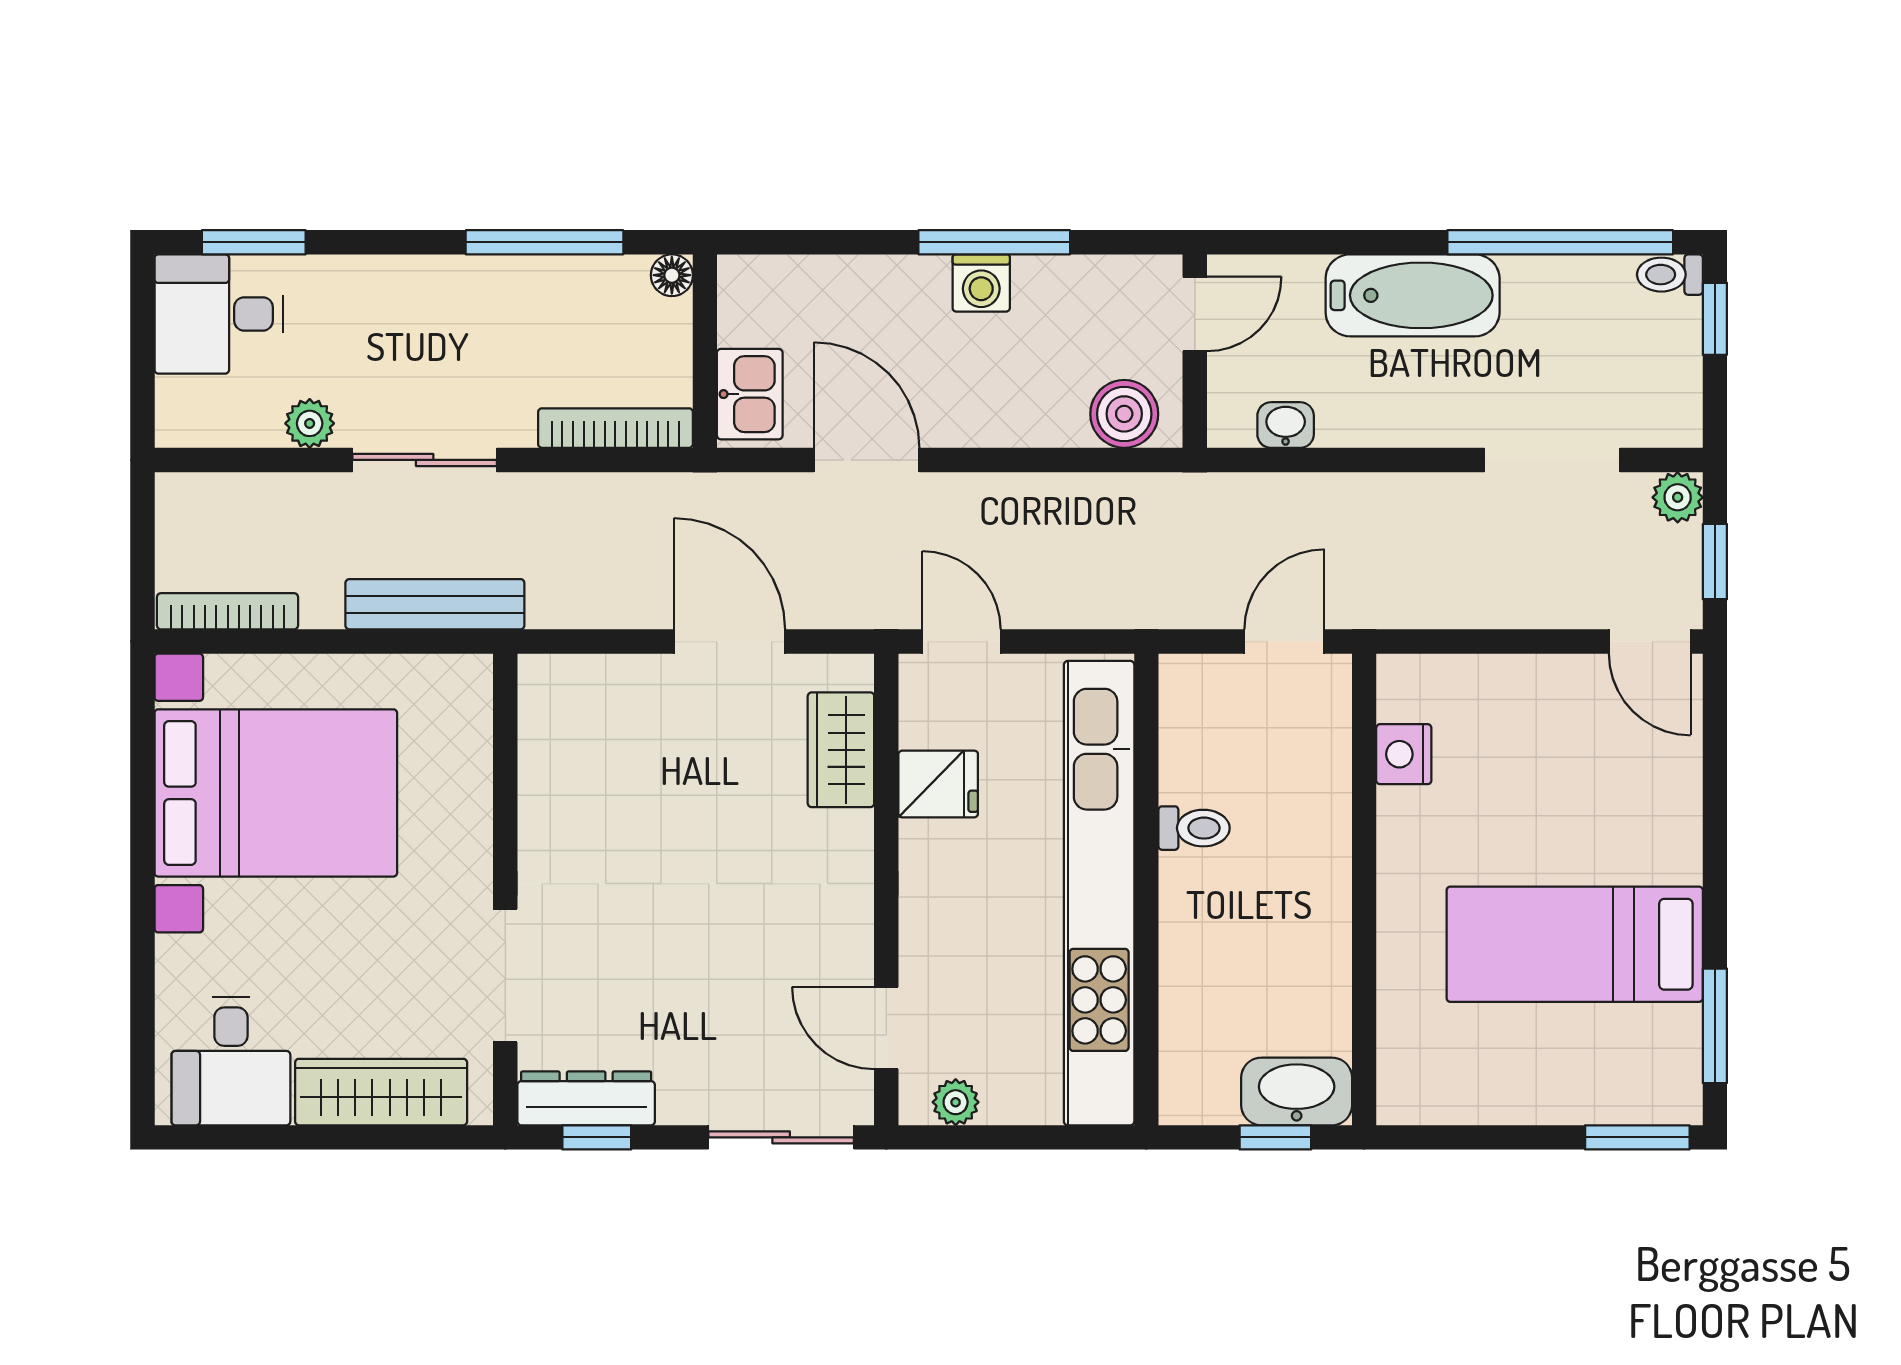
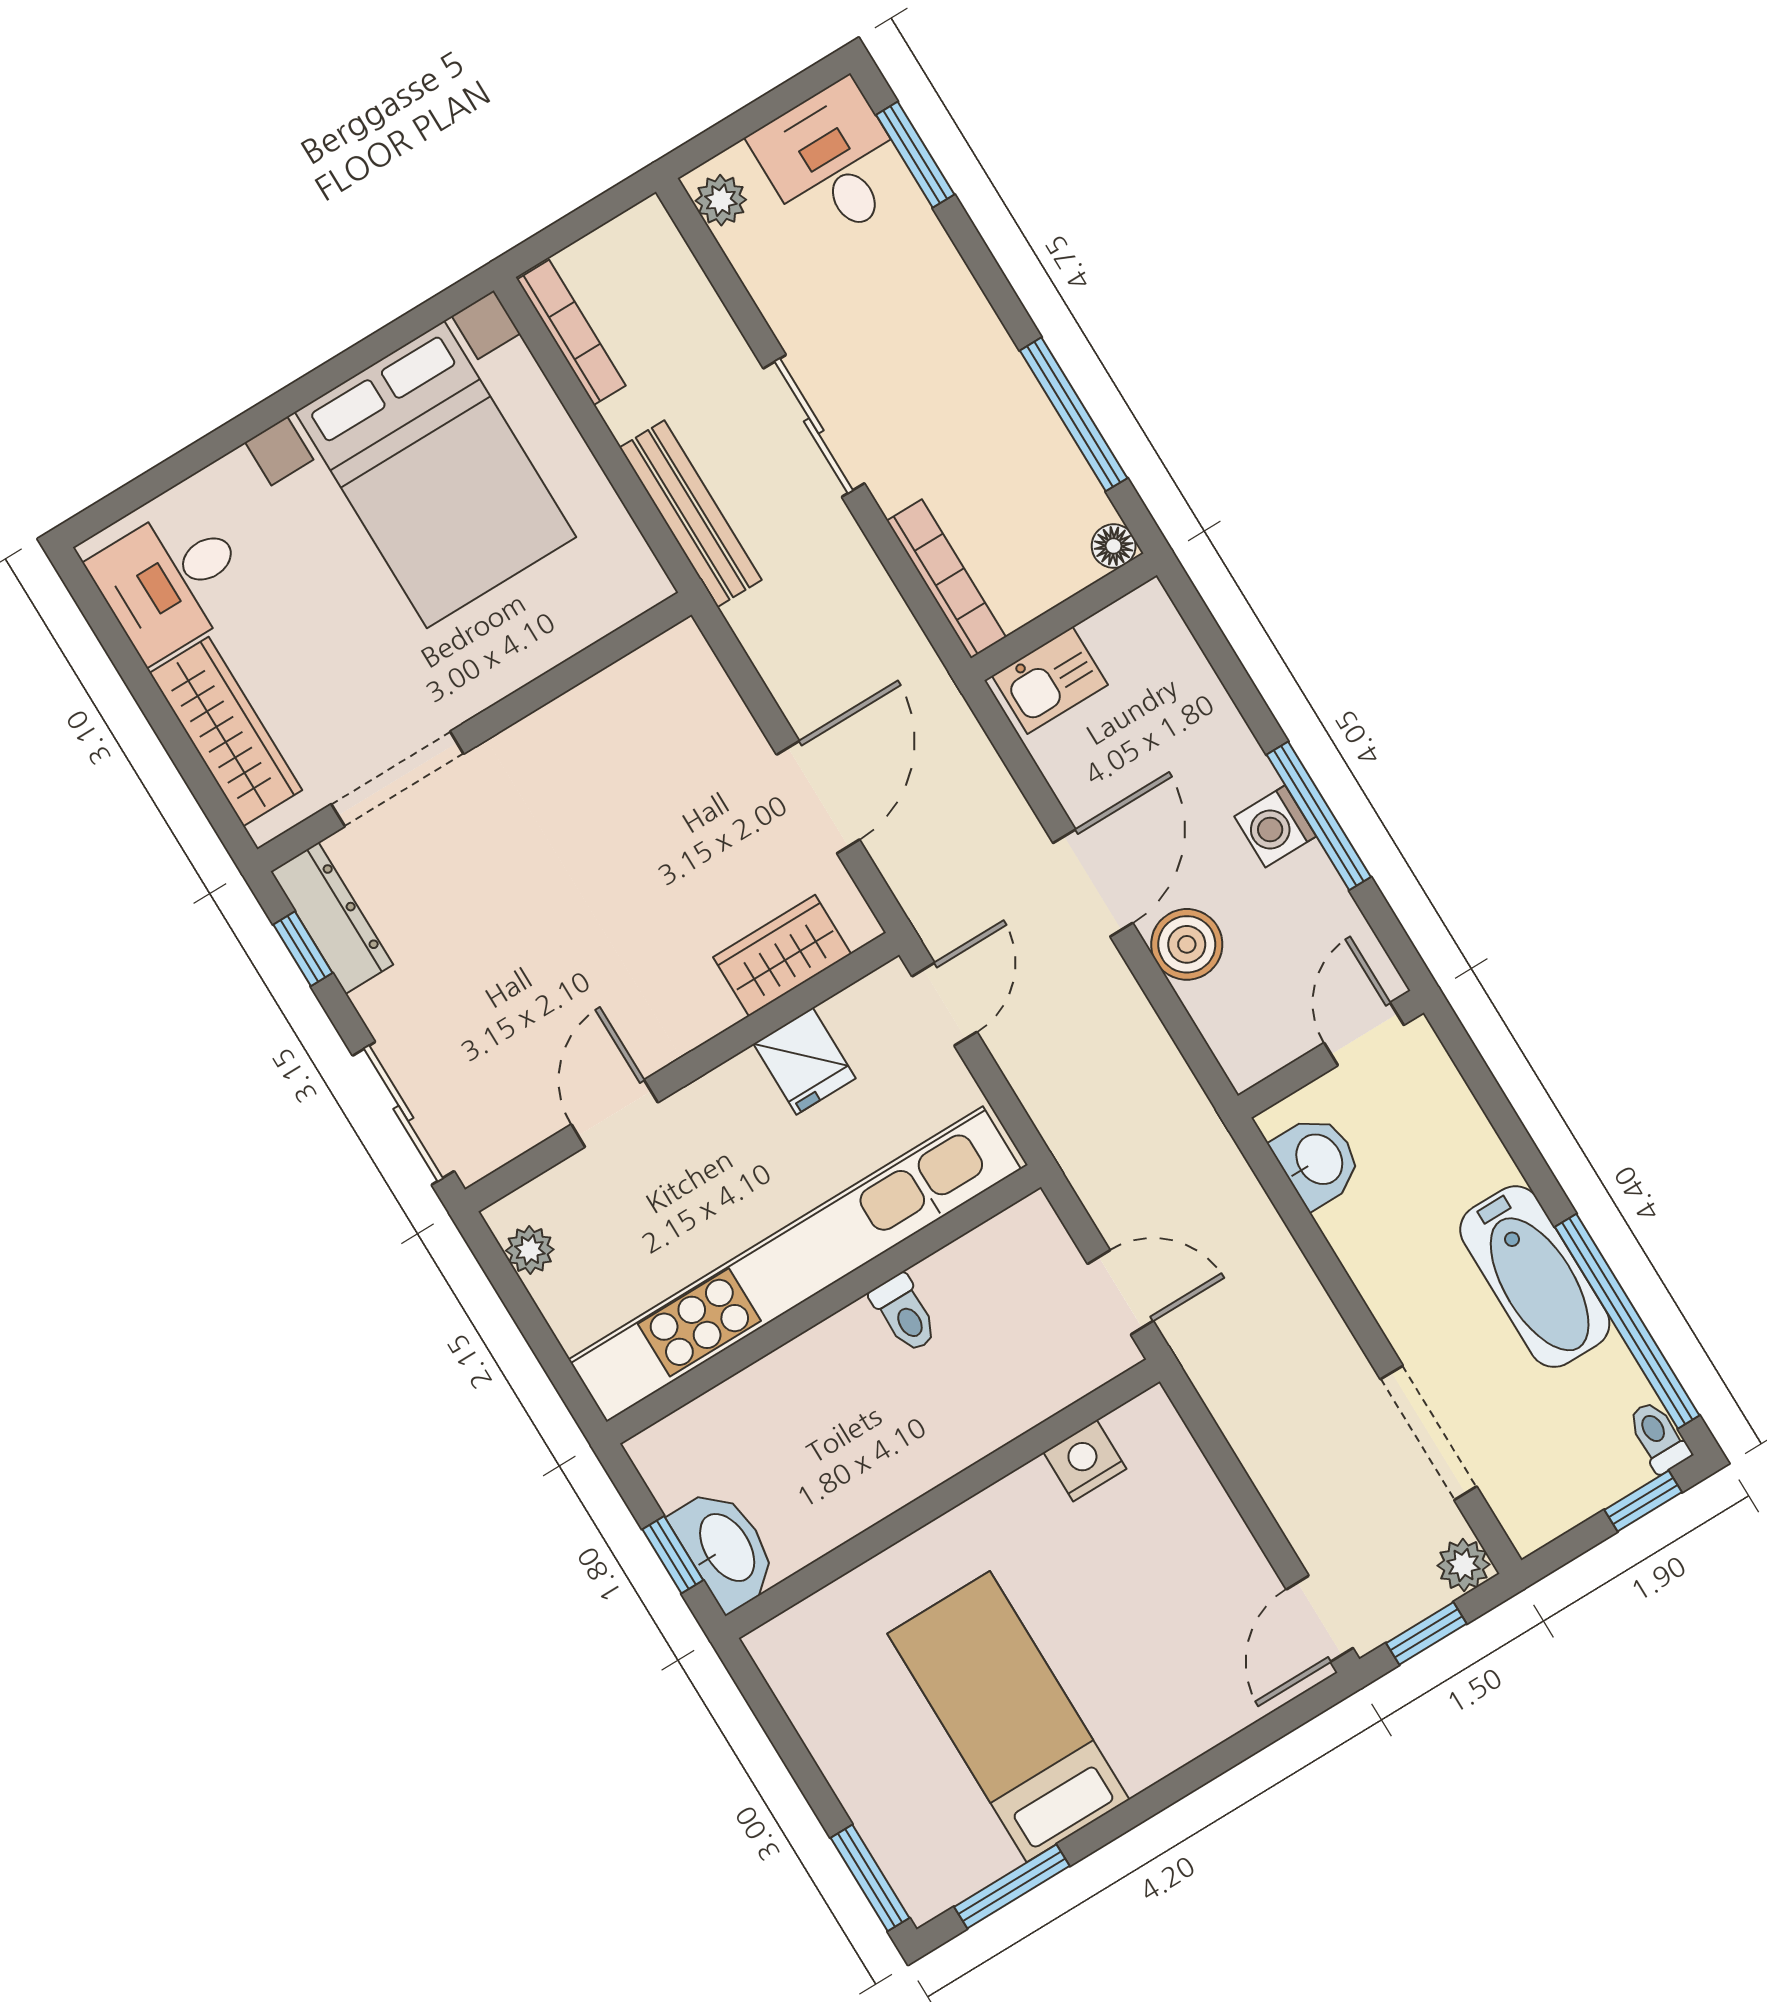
bathtub: (1413, 295) -> (1535, 1277), moved
door: (1195, 314) -> (1364, 1034), swing flipped
boiler: (1124, 414) -> (1187, 944), moved
plant: (310, 423) -> (721, 200), moved
washbasin: (1286, 425) -> (1318, 1160), width x1.38, depth x1.45
door: (867, 460) -> (1093, 883), moved
door: (886, 1028) -> (615, 1113), moved

